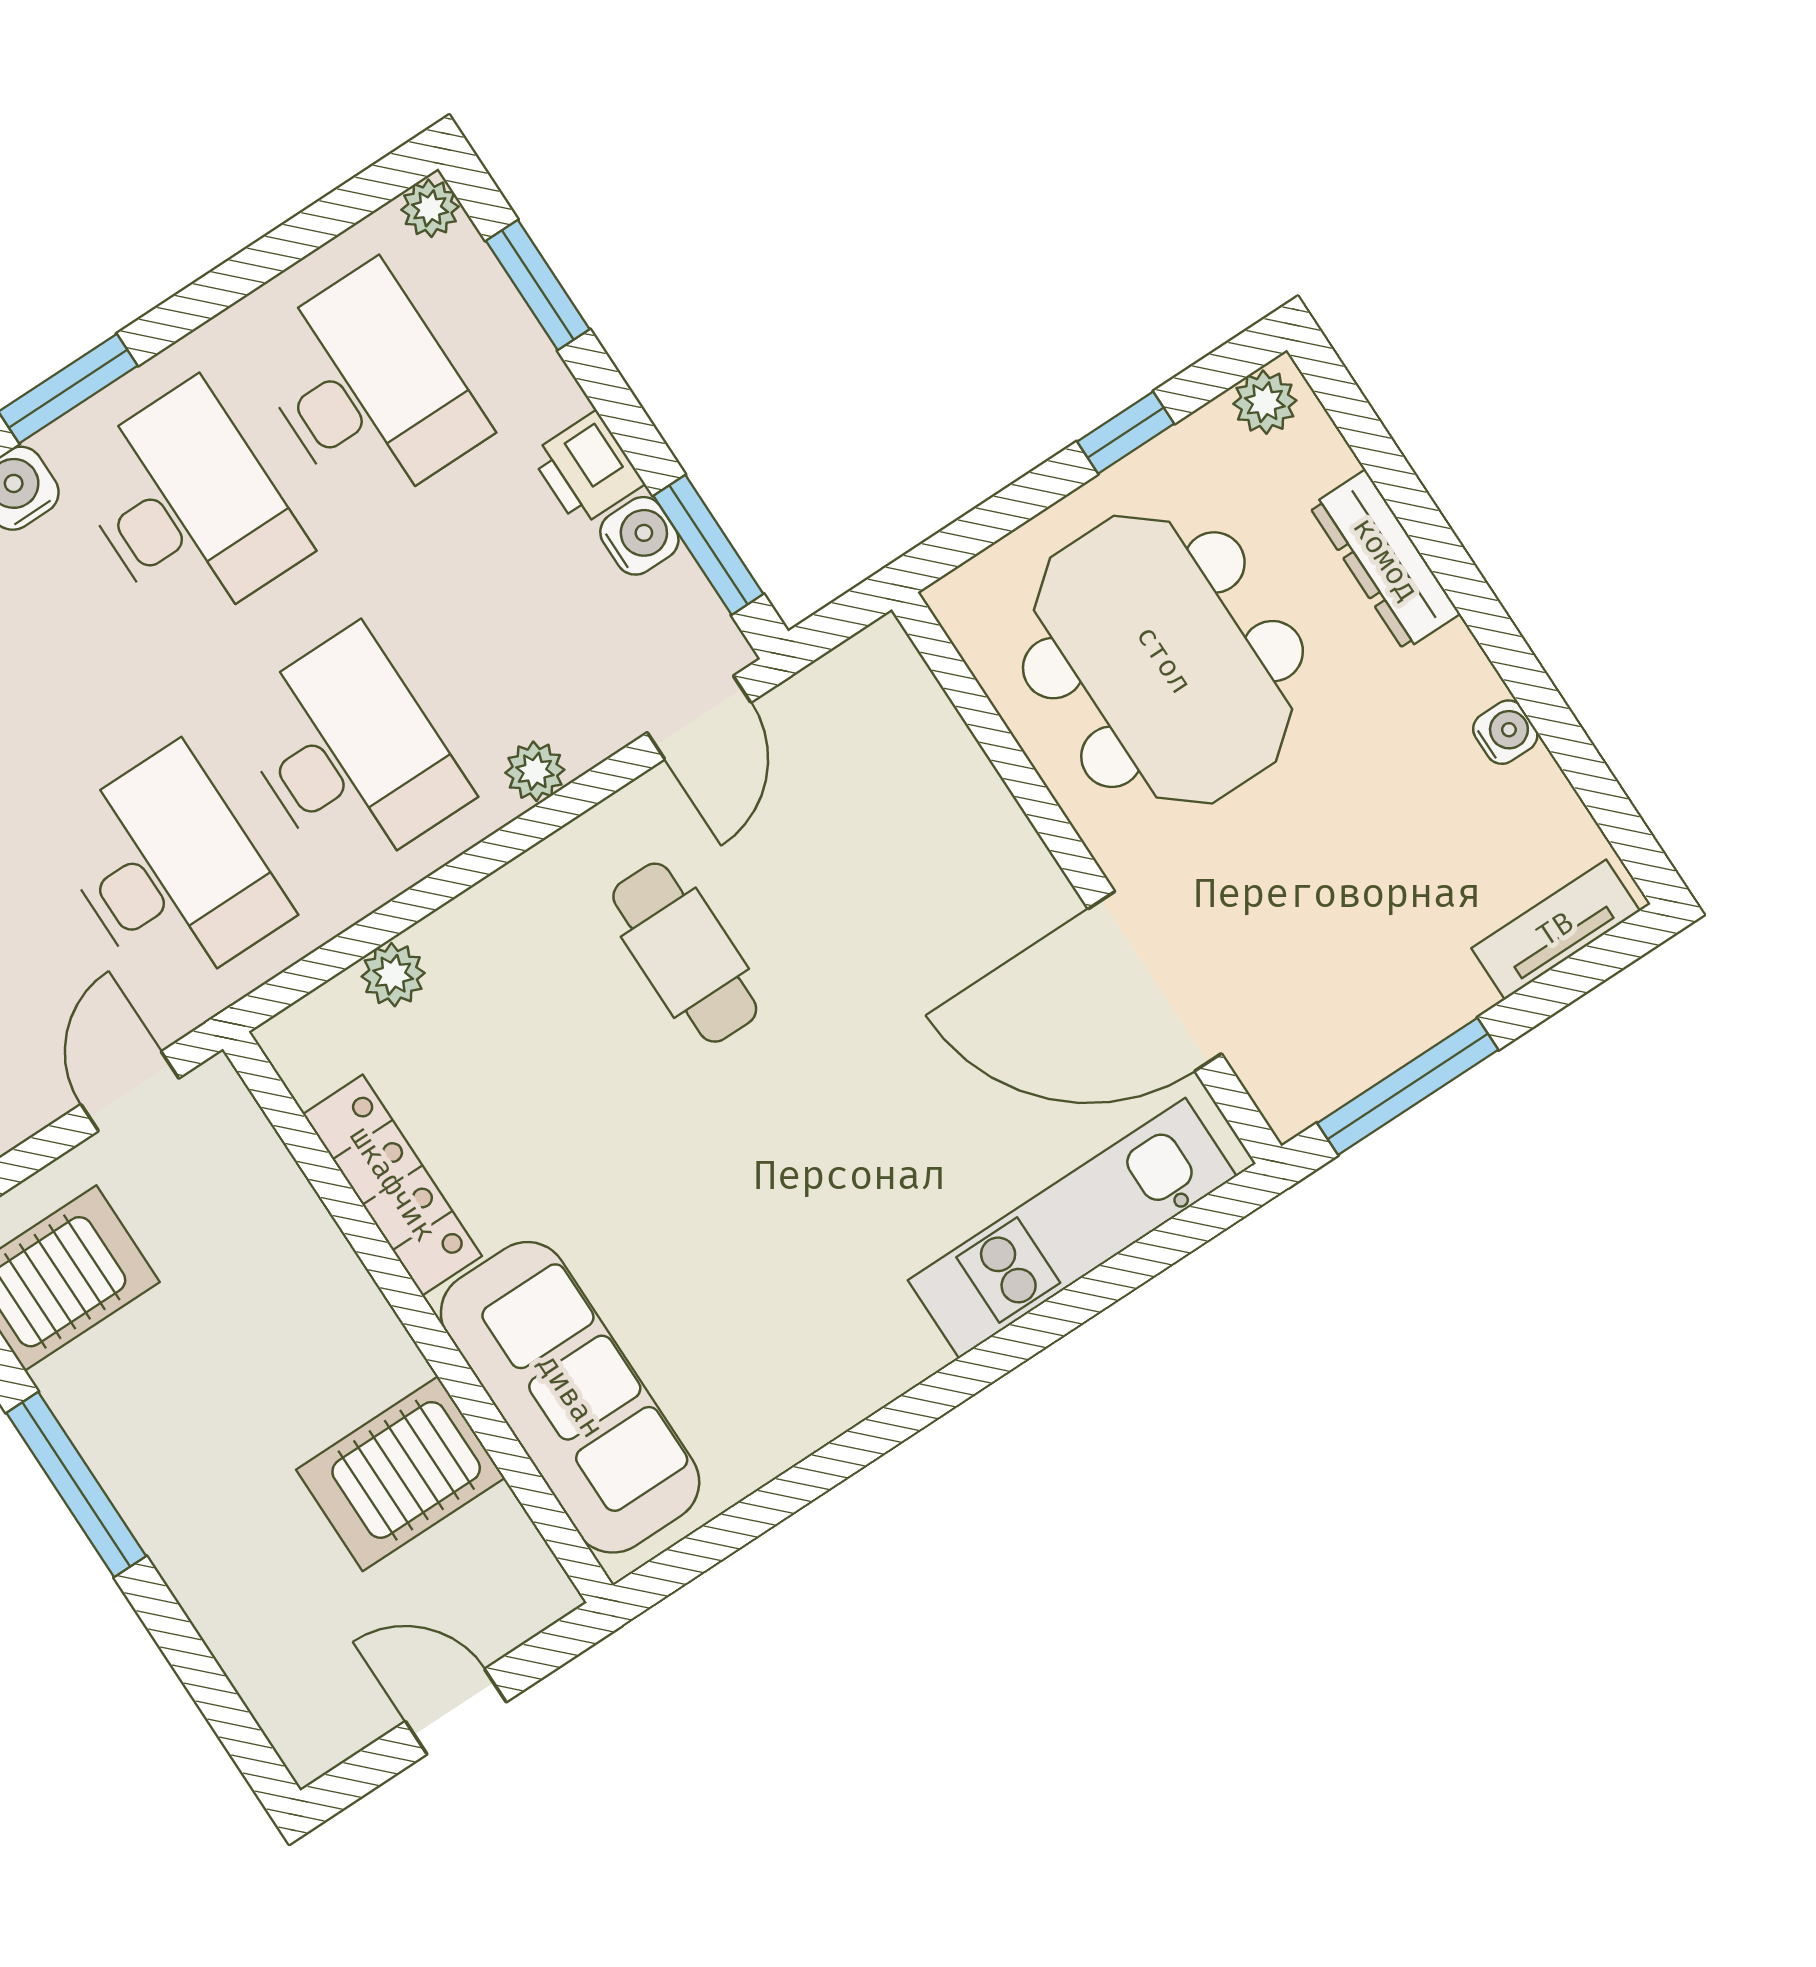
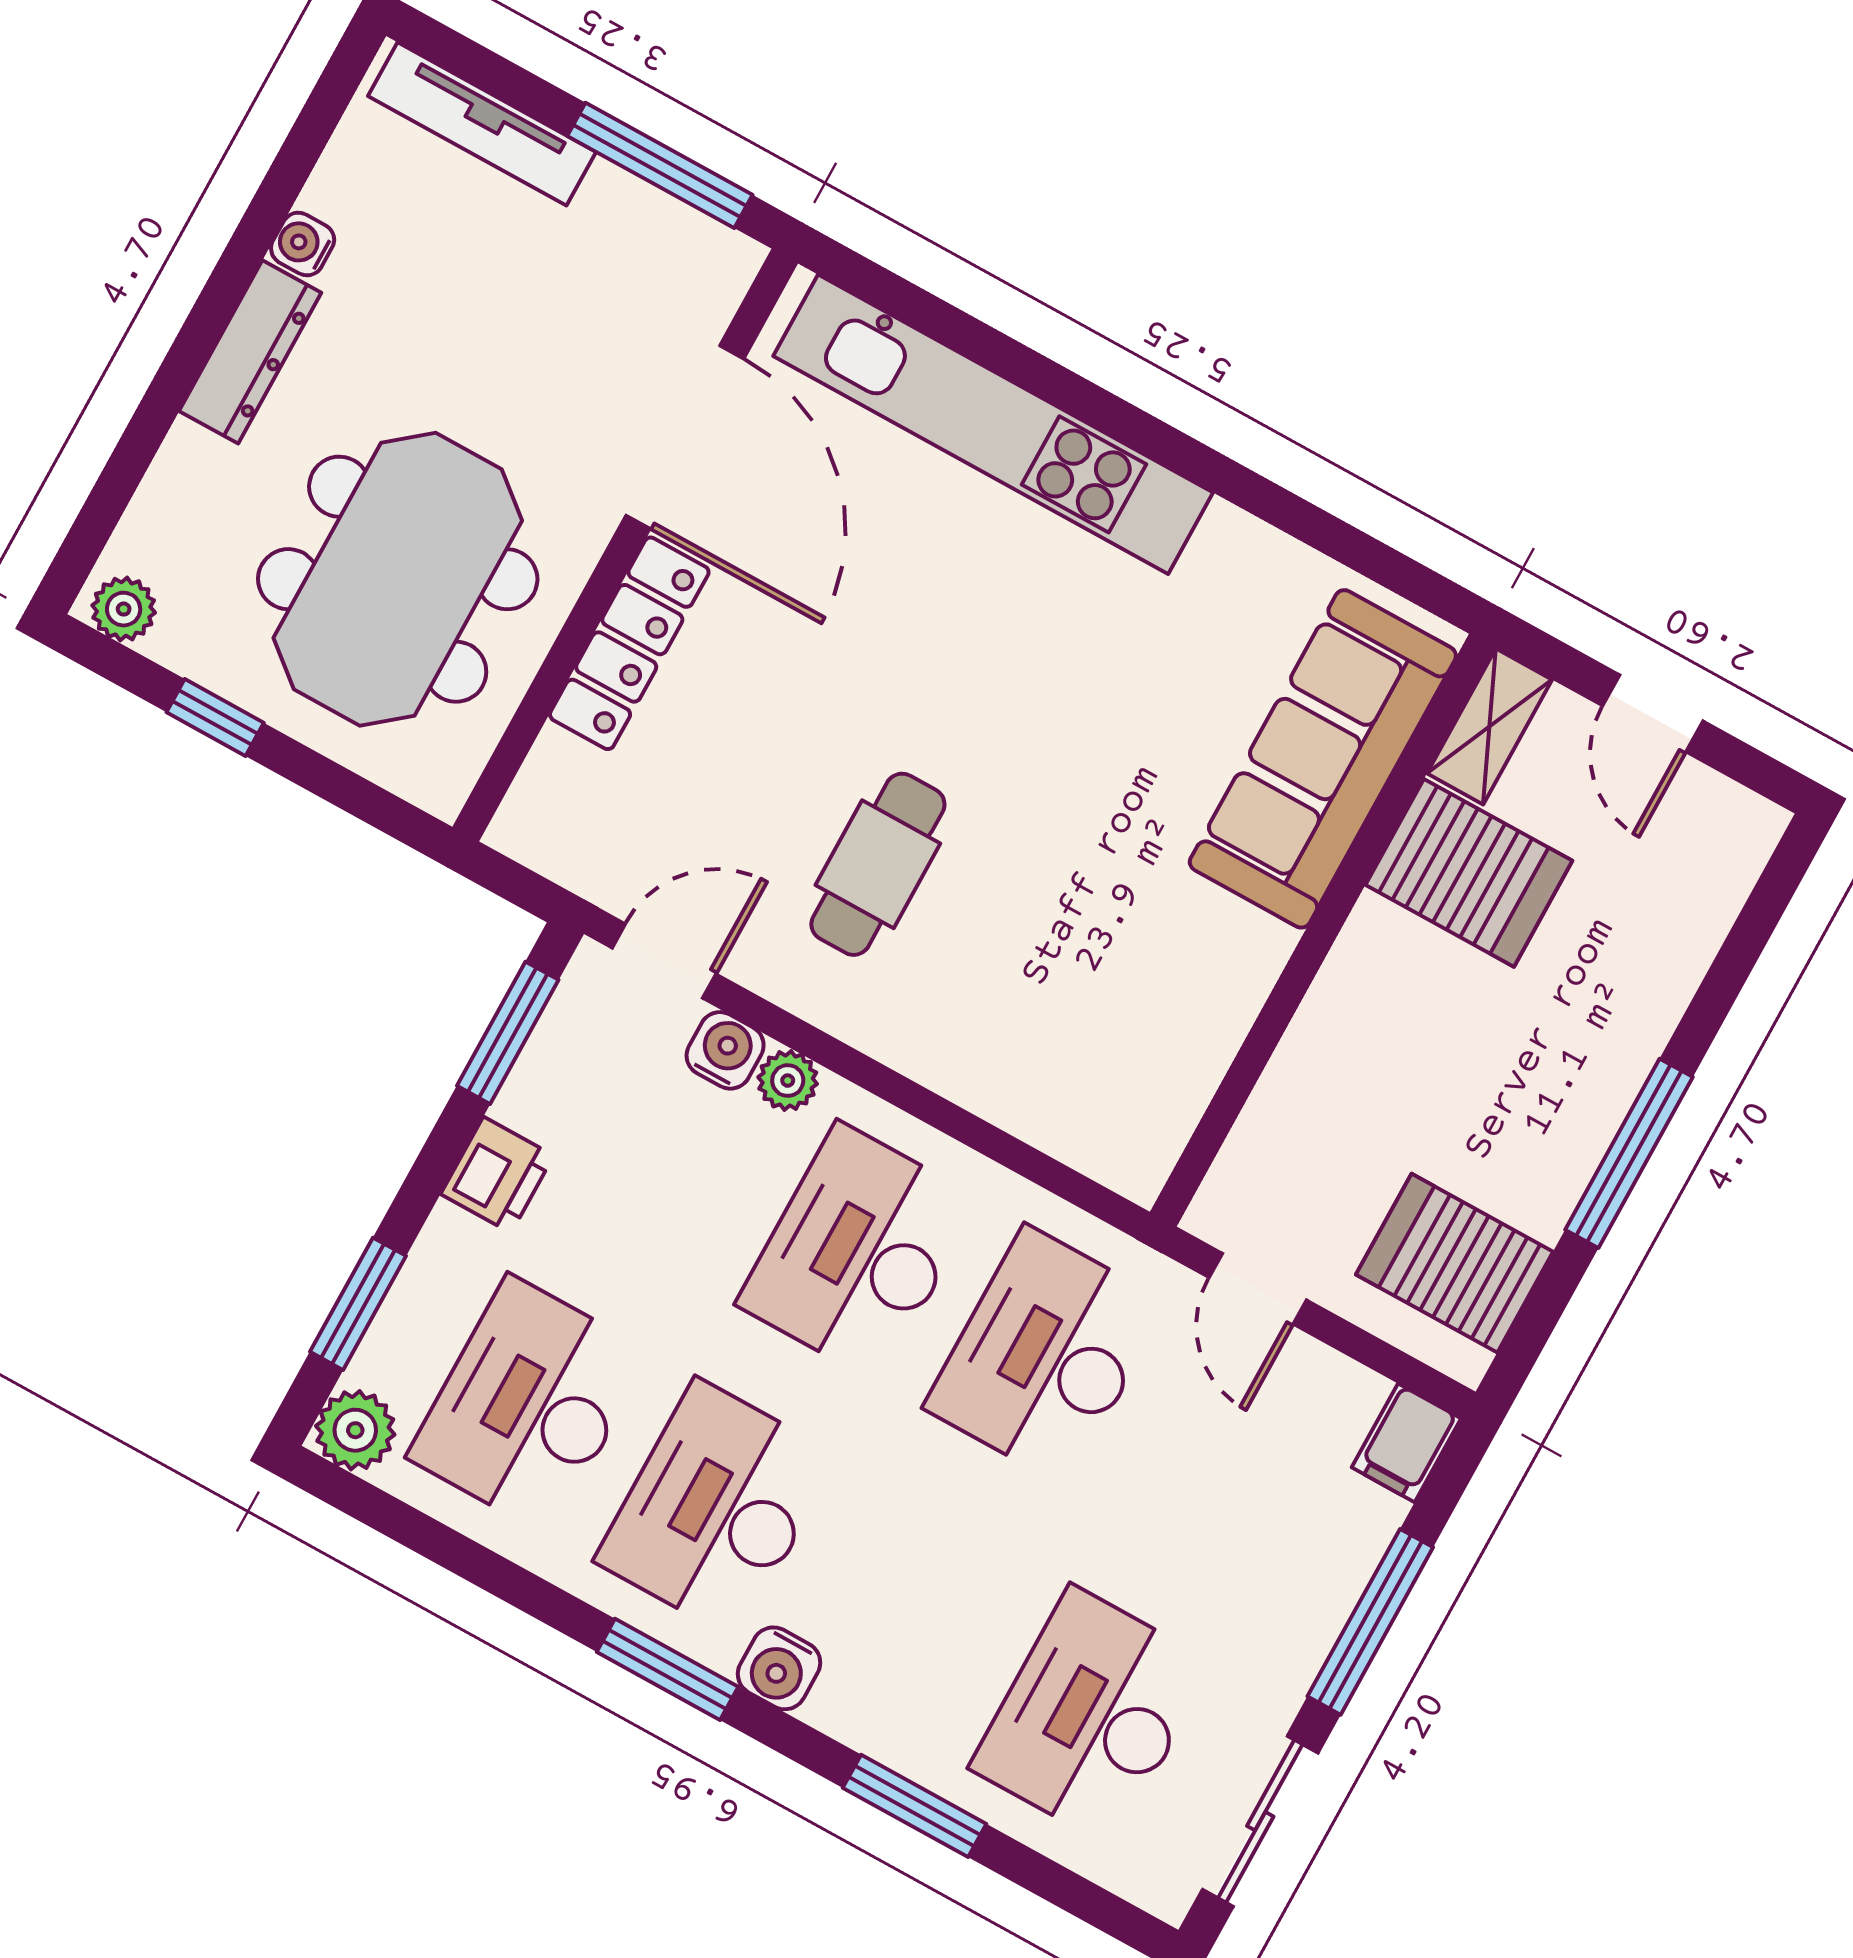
plant: (430, 208) -> (355, 1430), width x1.38, depth x1.38
water cooler: (639, 536) -> (725, 1050), moved, turned 90
dresser: (1385, 560) -> (250, 352), moved
tv unit: (1556, 930) -> (482, 124), width x1.41
plant: (393, 975) -> (1033, 1111), removed
door: (130, 1091) -> (1258, 1289), hinge flipped
locker: (392, 1185) -> (629, 643), moved, turned 180
kitchen unit: (1072, 1228) -> (993, 424), width x1.36
shelving: (521, 1560) -> (1489, 727), added

